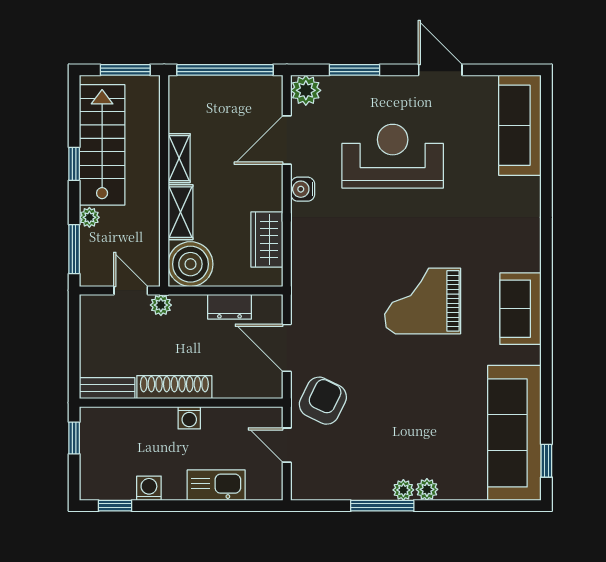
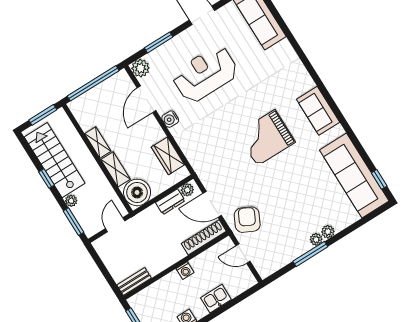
door: (131, 290) -> (115, 225), hinge flipped
plant: (161, 305) -> (187, 190), moved
shoe rack: (174, 387) -> (204, 237), moved
kitchen sink: (216, 485) -> (216, 299), width x0.73

